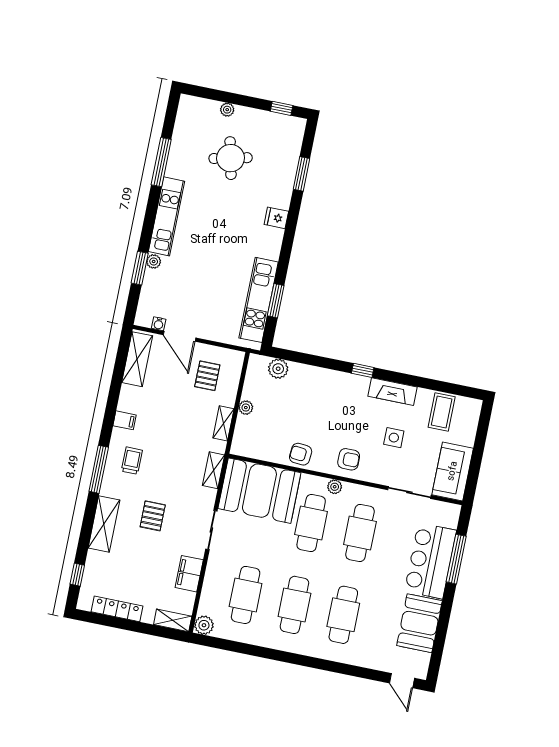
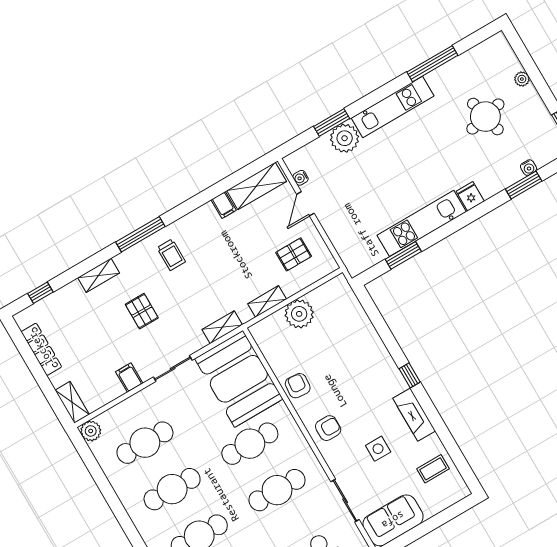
water cooler: (292, 160) -> (528, 168), added
plant: (154, 261) -> (345, 138), width x1.88, depth x1.88
kitchen unit: (259, 300) -> (422, 223), moved
door: (180, 336) -> (305, 204), width x0.73
plant: (278, 369) -> (350, 306), removed
plant: (246, 408) -> (299, 314), width x1.87, depth x1.87
coffee table: (442, 412) -> (433, 469), width x0.73, depth x0.77
filing cabinet: (125, 420) -> (224, 205), moved
armchair: (349, 459) -> (328, 428), turned -90
trolley: (132, 461) -> (171, 255), turned 90
plant: (335, 487) -> (296, 436), removed
pallet: (153, 516) -> (142, 311), turned 90
shelving: (104, 524) -> (99, 275), width x0.67, depth x0.75
filing cabinet: (189, 574) -> (129, 378), width x0.50

